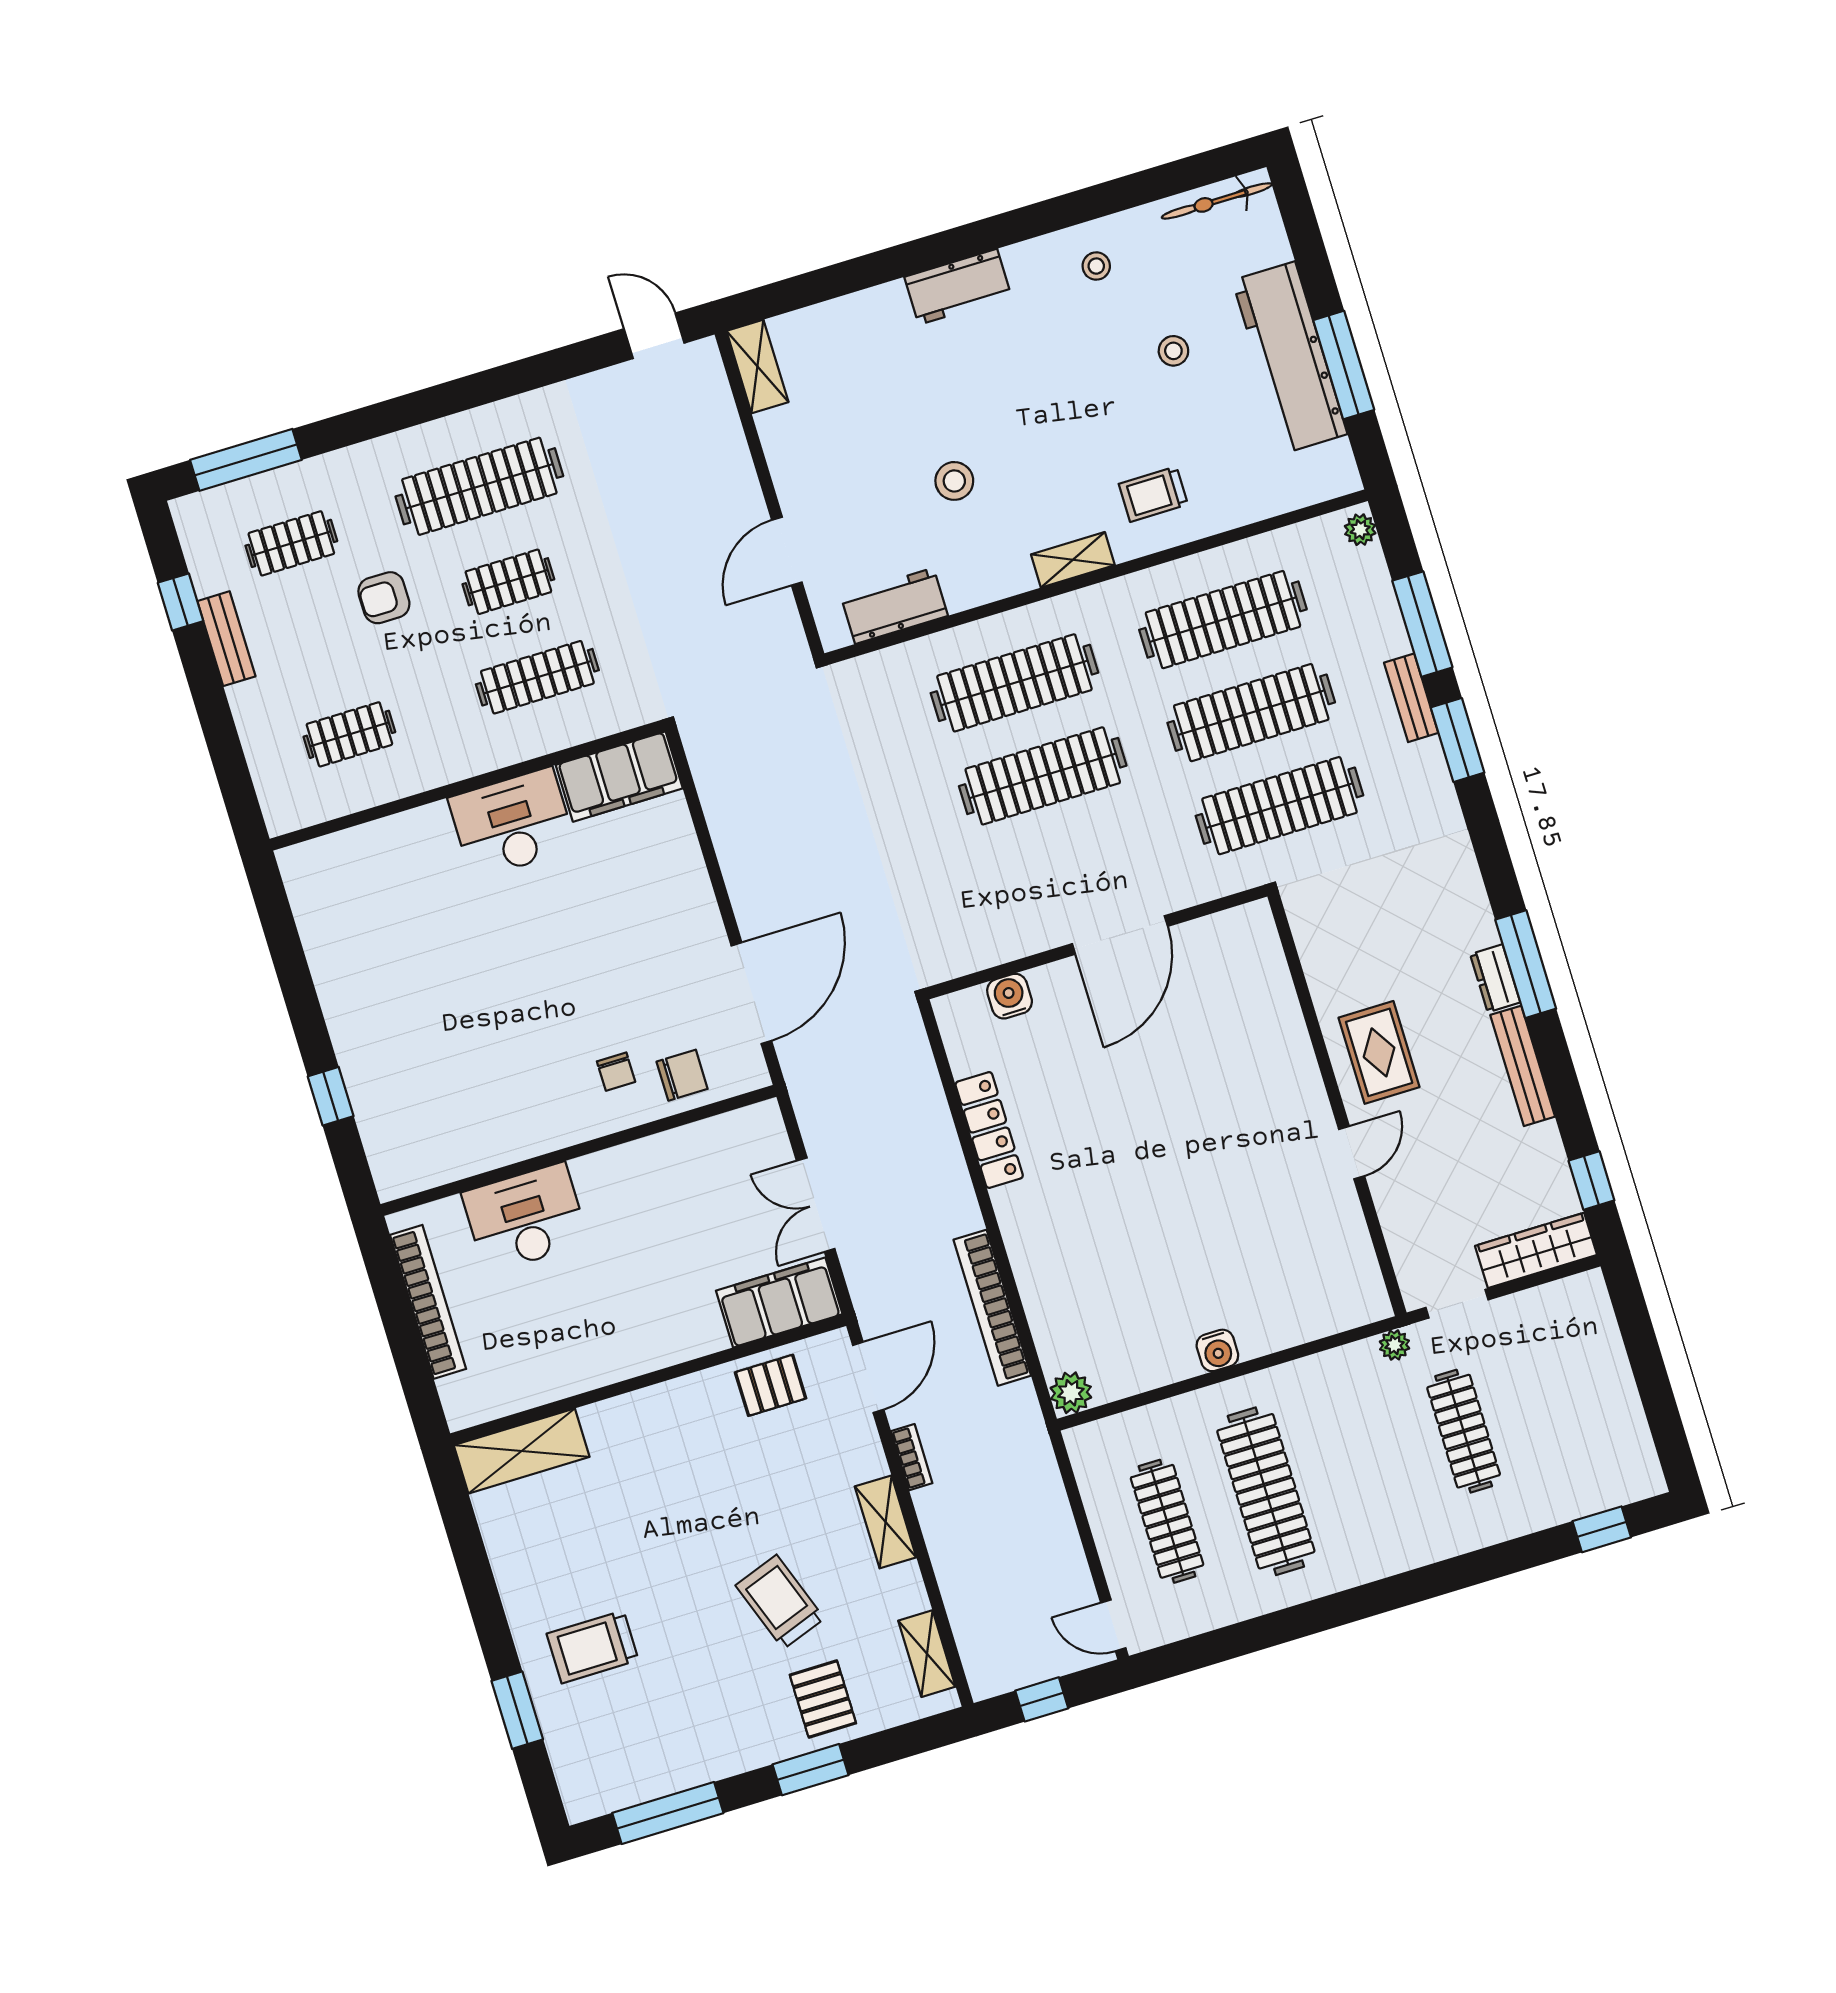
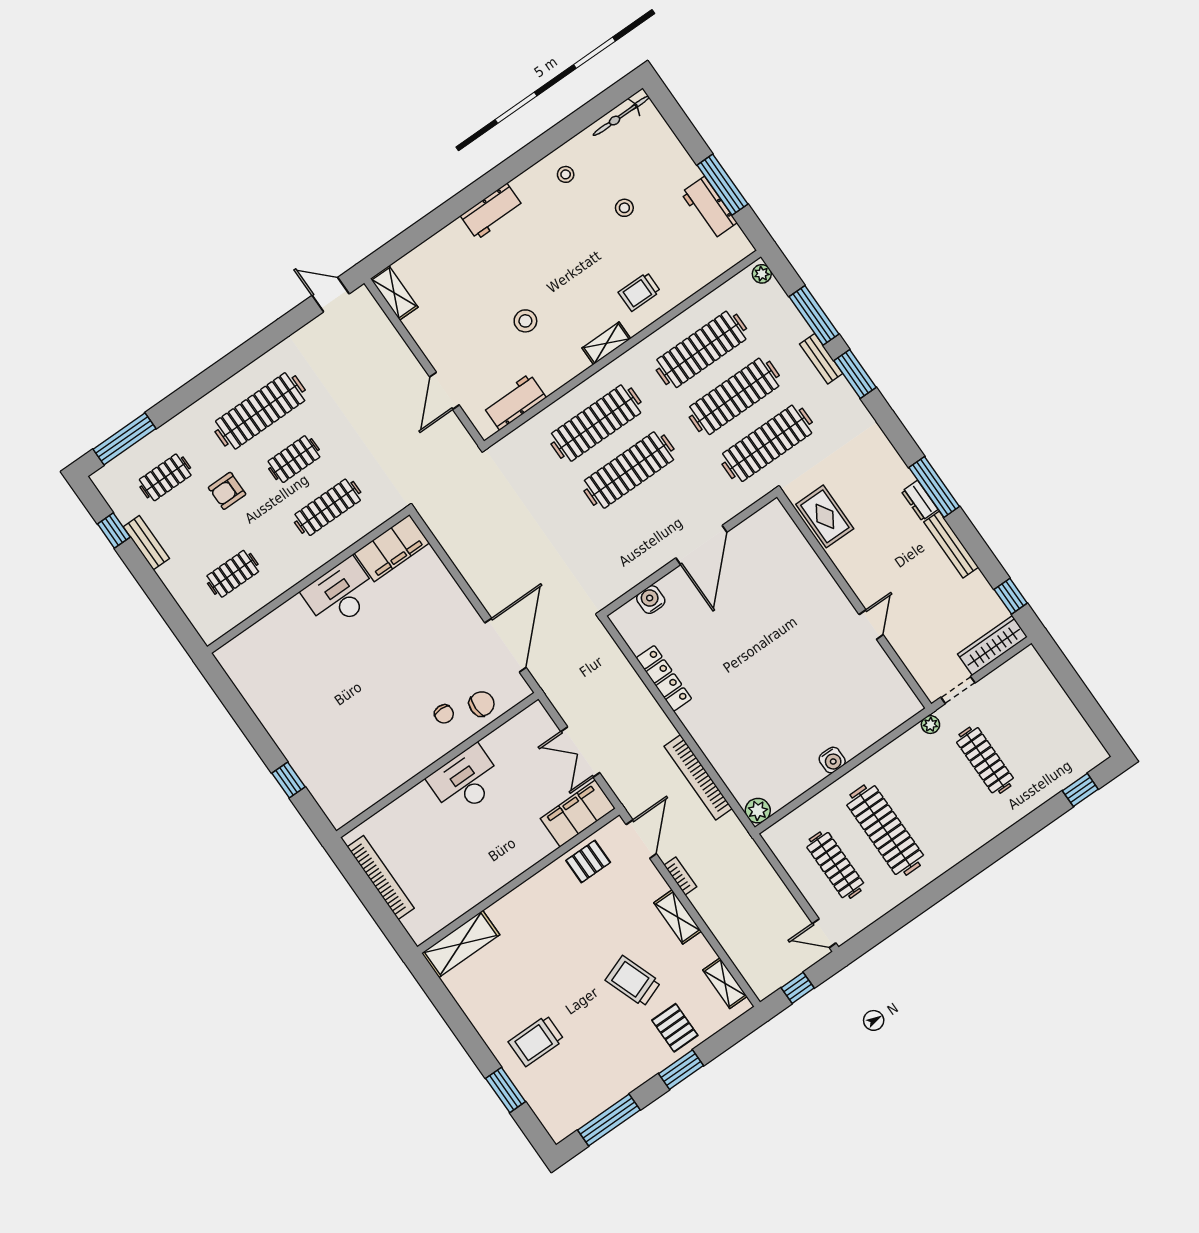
workbench: (1290, 357) -> (709, 208), width x0.53, depth x0.76
rug: (1379, 1052) -> (825, 516), moved
desk: (525, 1218) -> (465, 781), moved

